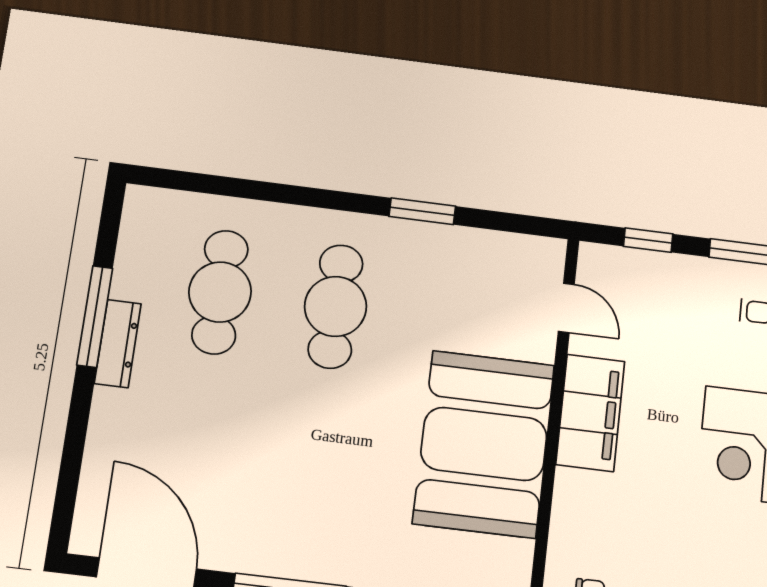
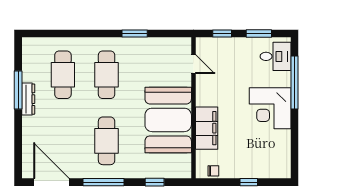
filing cabinet: (590, 413) -> (207, 128), moved
cafe table: (313, 479) -> (107, 141), added

